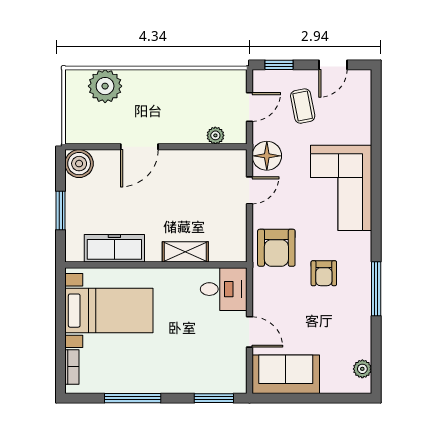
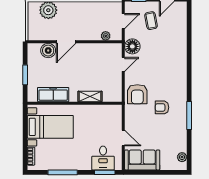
boiler: (79, 164) -> (48, 51), moved
corner sofa: (341, 188) -> (171, 63), removed
armchair: (324, 273) -> (162, 107), turned 90
desk: (224, 289) -> (103, 158), moved, turned 90

